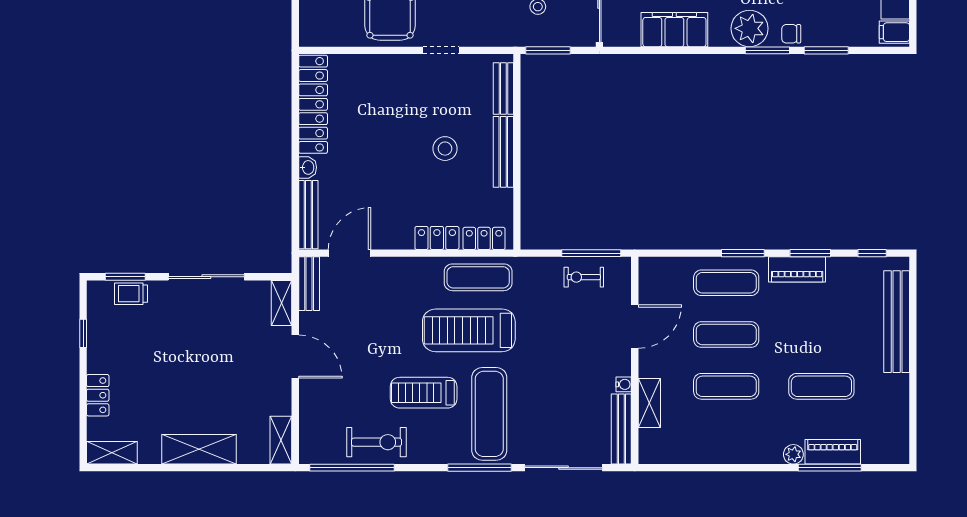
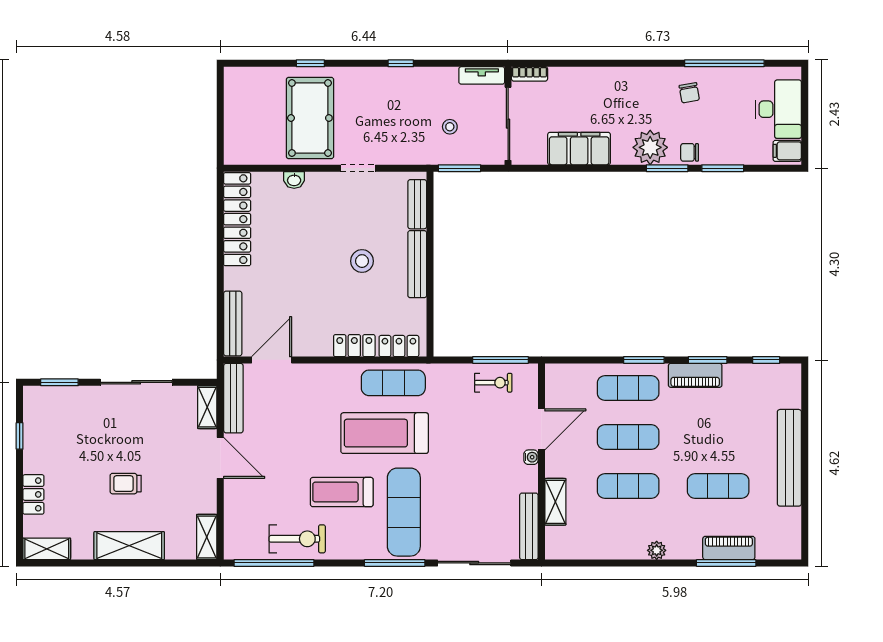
washbasin: (308, 167) -> (294, 180), moved, turned 90
exercise bike: (584, 277) -> (493, 383), turned 180
bench: (309, 284) -> (233, 398), width x1.36
trolley: (131, 294) -> (126, 484), moved
bench: (897, 322) -> (789, 458), moved
water cooler: (624, 384) -> (531, 457), moved
plant: (793, 454) -> (657, 550), moved

